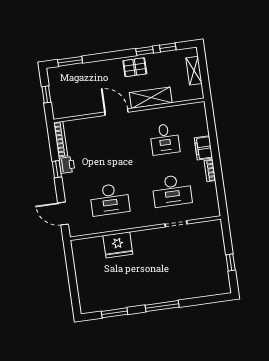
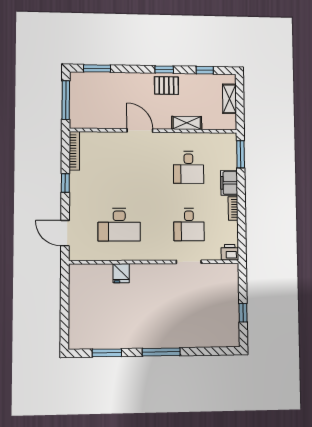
window: (145, 51) -> (164, 70), moved
window: (46, 94) -> (66, 100), width x2.17
shelving: (151, 98) -> (187, 123), width x0.67, depth x0.75
window: (211, 120) -> (241, 154), added
printer: (67, 165) -> (230, 252), moved, turned -90
desk: (172, 191) -> (189, 225), width x0.73
fridge: (118, 245) -> (121, 273), width x0.53, depth x0.75

